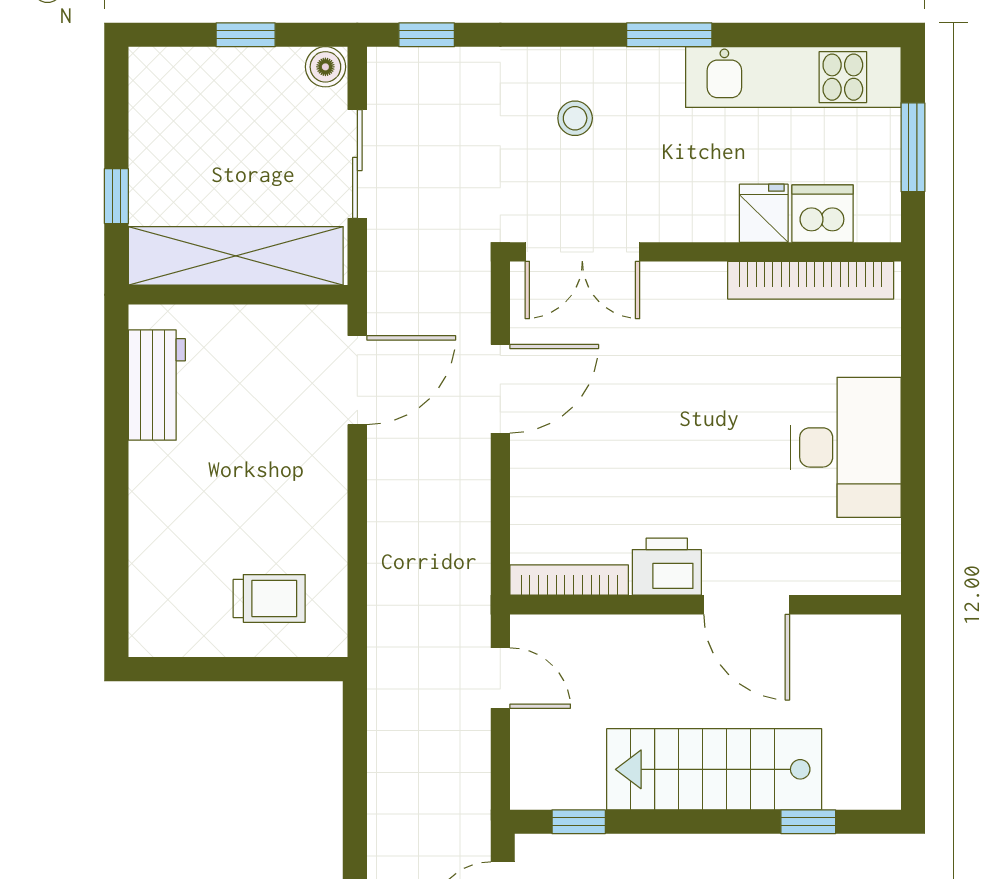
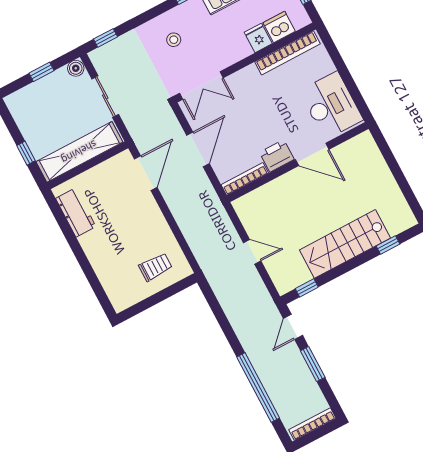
printer: (667, 567) -> (277, 156), moved
bookcase: (569, 580) -> (245, 179), moved
wall: (705, 605) -> (298, 162), moved
door: (747, 605) -> (312, 154), moved

